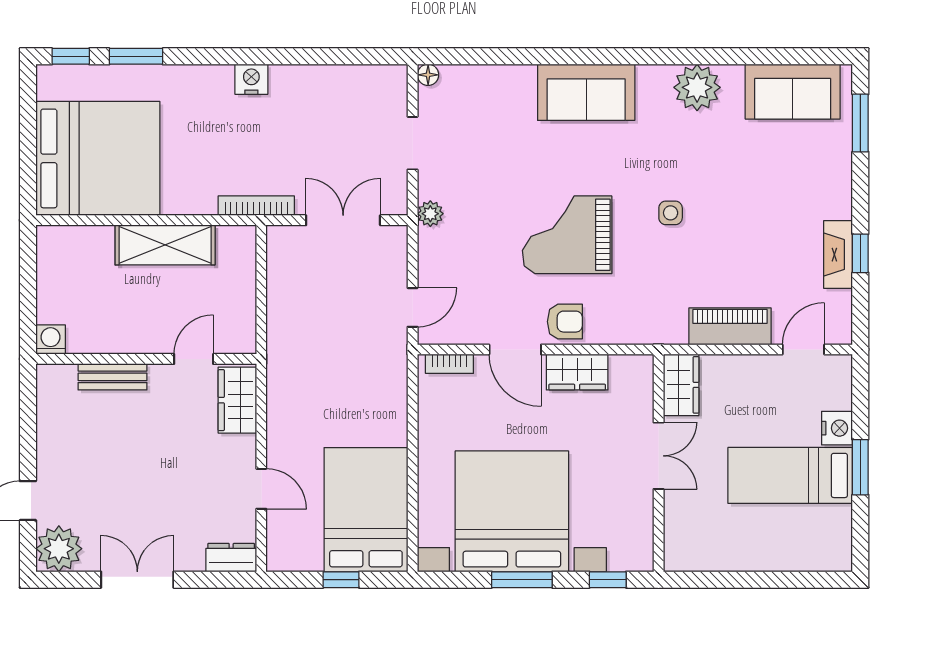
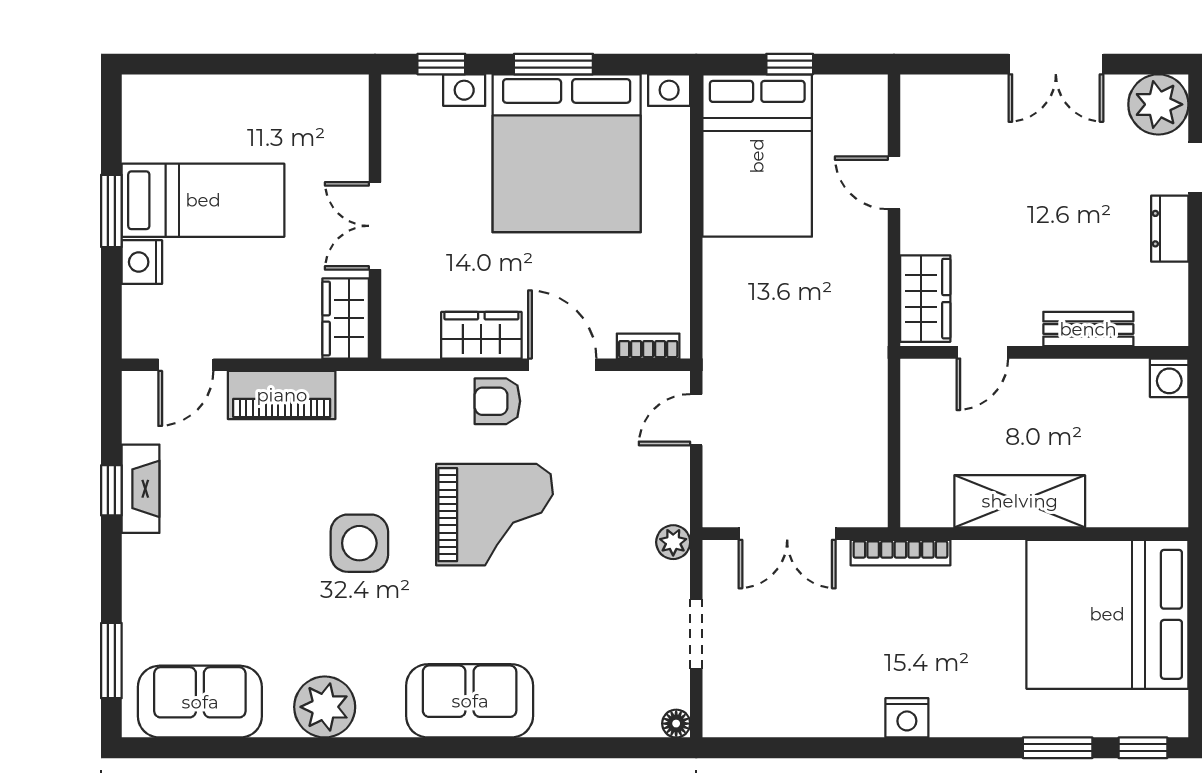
side table: (671, 213) -> (359, 543), width x1.87, depth x1.87
dresser: (231, 558) -> (1170, 229), moved, turned 90

